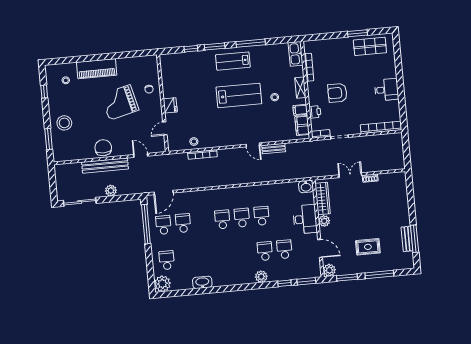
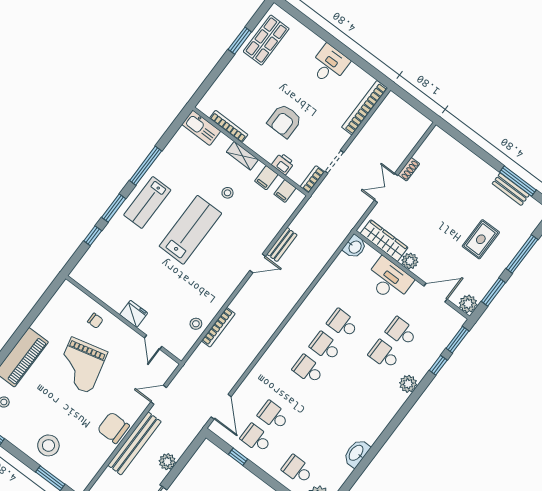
filing cabinet: (302, 125) -> (285, 191), width x0.50
window: (146, 224) -> (238, 457), width x0.32

